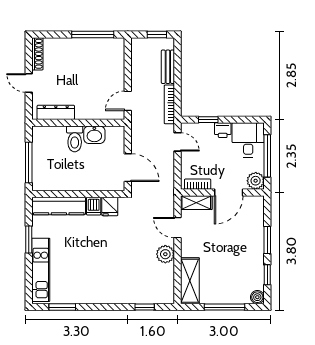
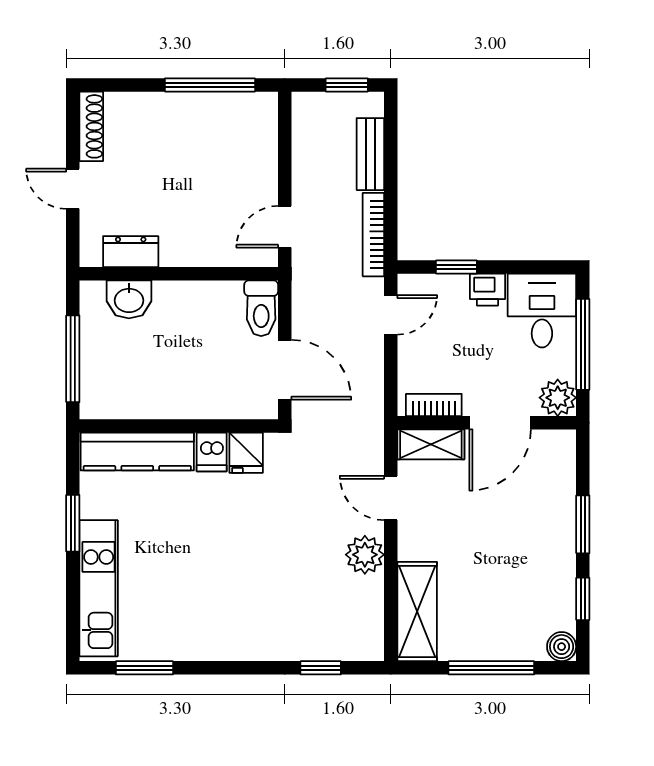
dresser: (56, 112) -> (131, 252), width x0.70
washbasin: (94, 135) -> (129, 299), moved
toilet: (75, 139) -> (261, 308), moved
door: (177, 142) -> (391, 315), hinge flipped

